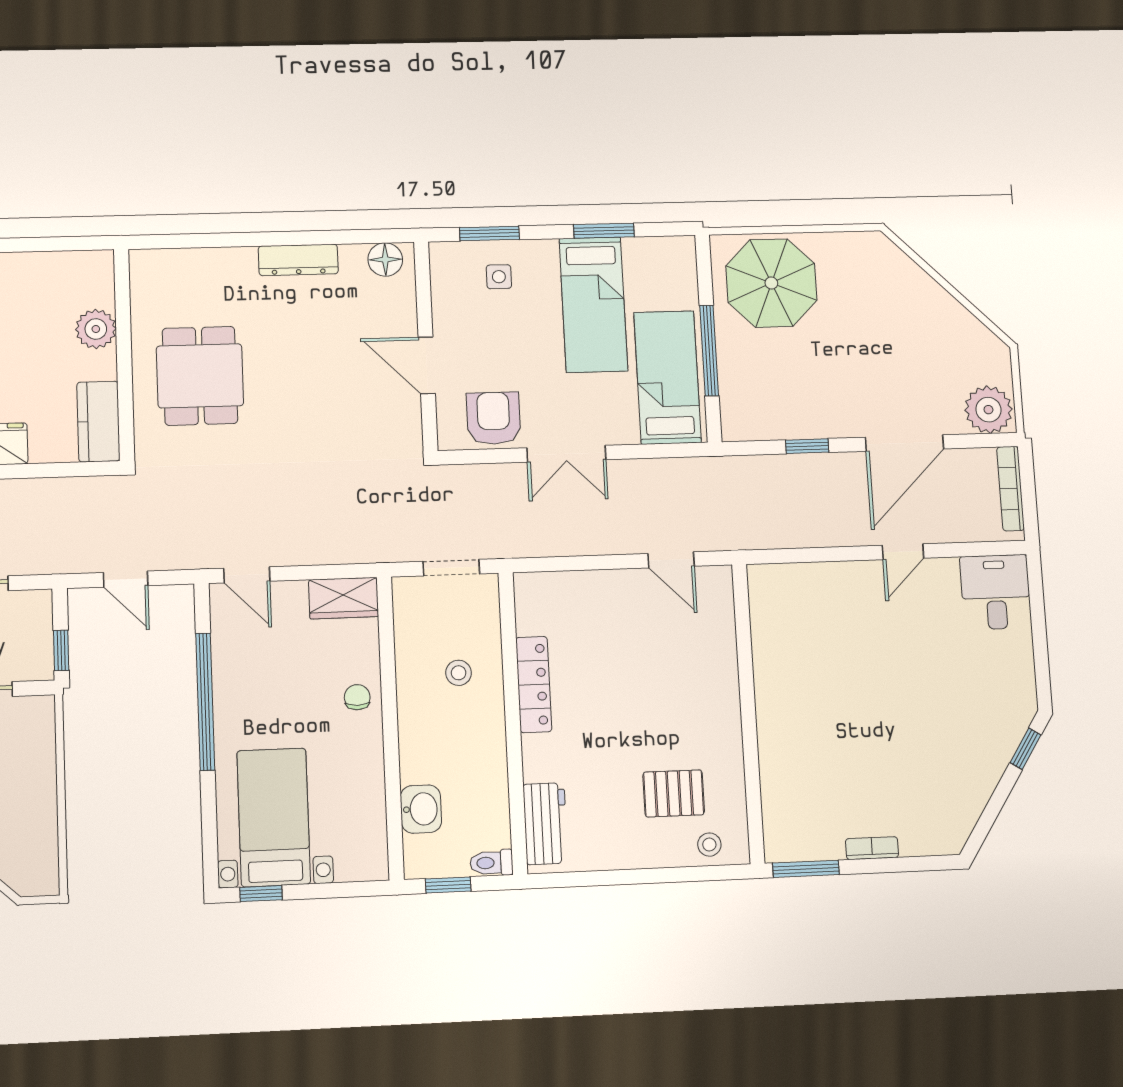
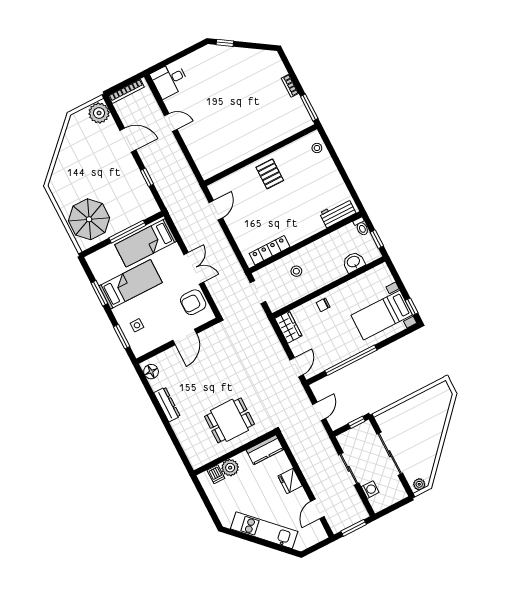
dishwasher: (96, 292) -> (216, 474), added
door: (904, 443) -> (128, 140), width x0.73
locker: (534, 684) -> (270, 250), moved
pallet: (674, 793) -> (270, 174), moved

